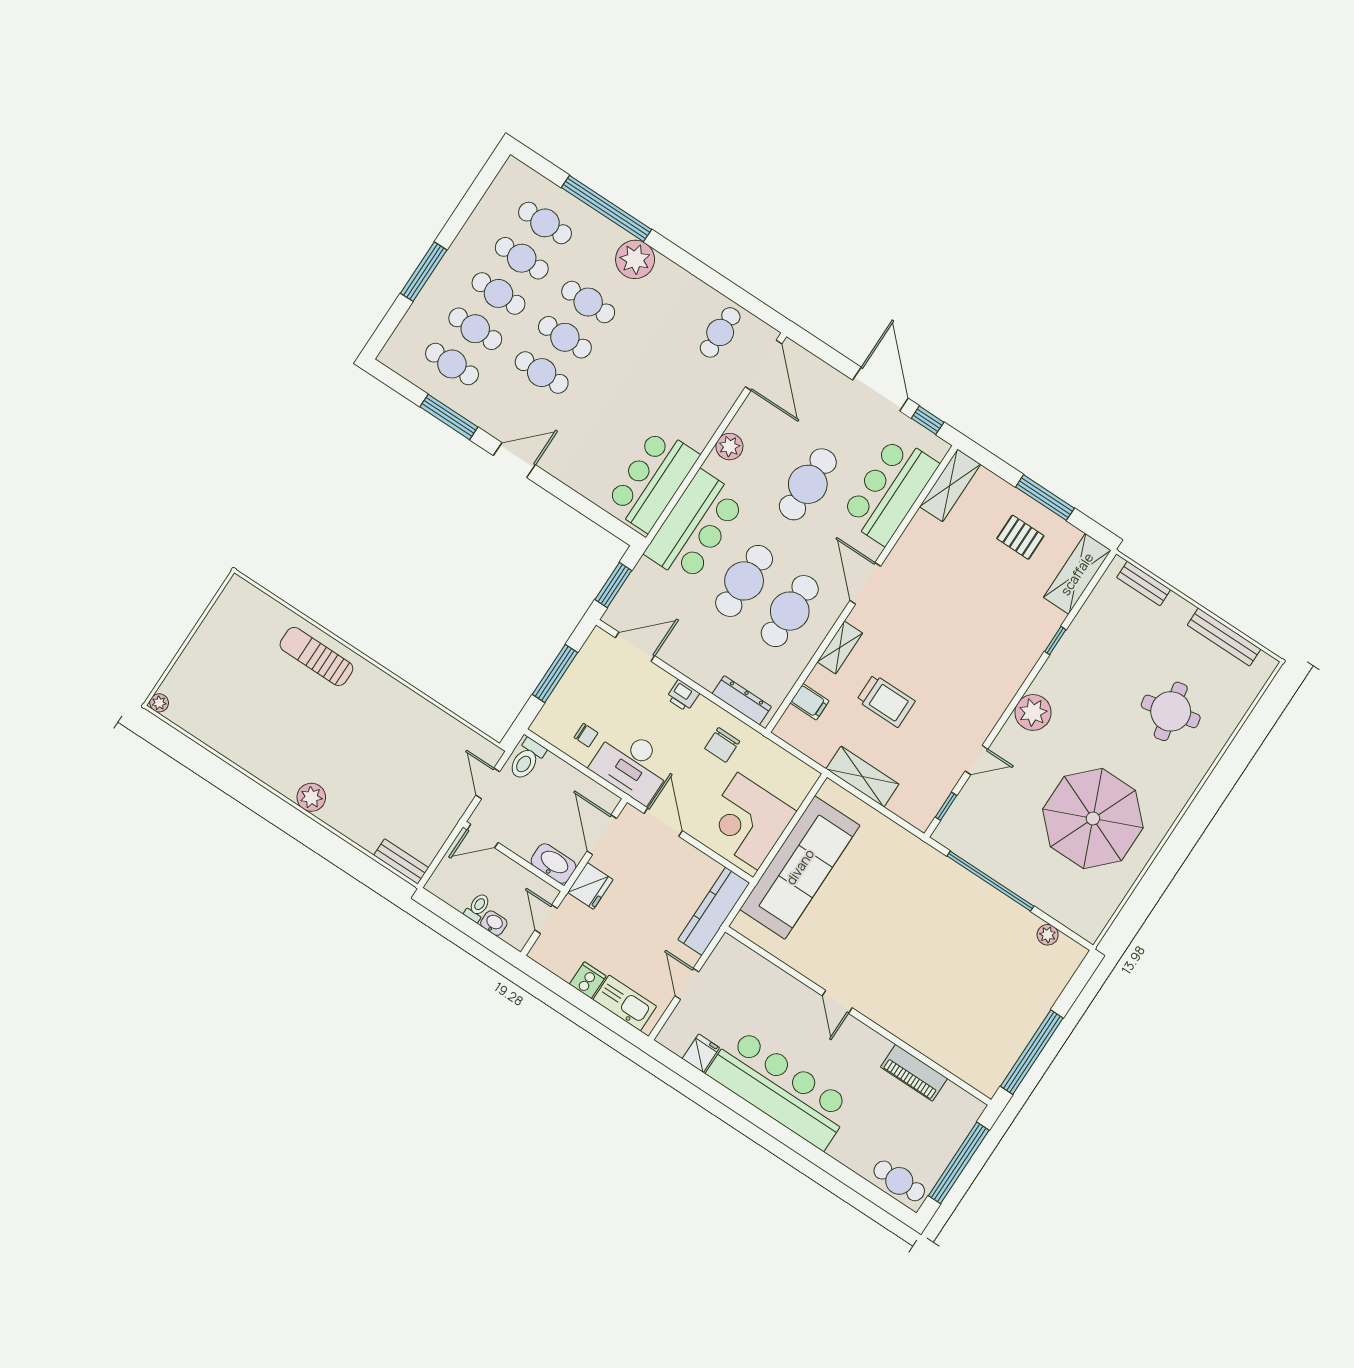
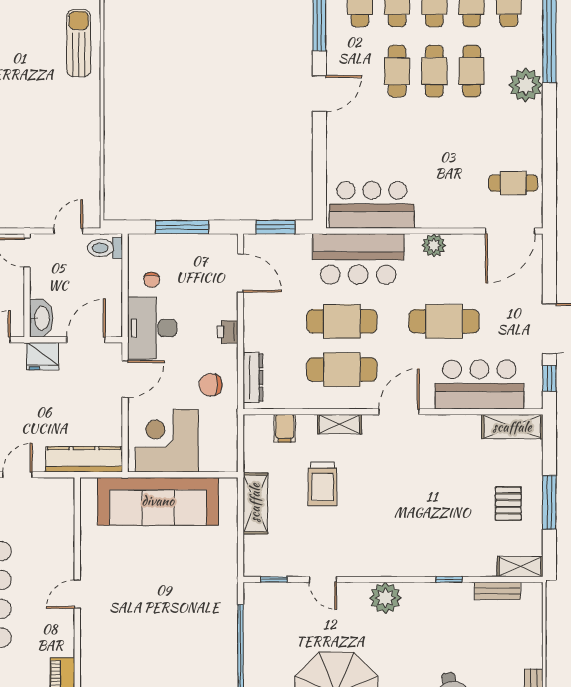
door: (514, 460) -> (319, 94), hinge flipped
shelving: (1077, 574) -> (520, 567), width x0.67, depth x0.75
bench: (1144, 583) -> (497, 591), moved, turned 90

